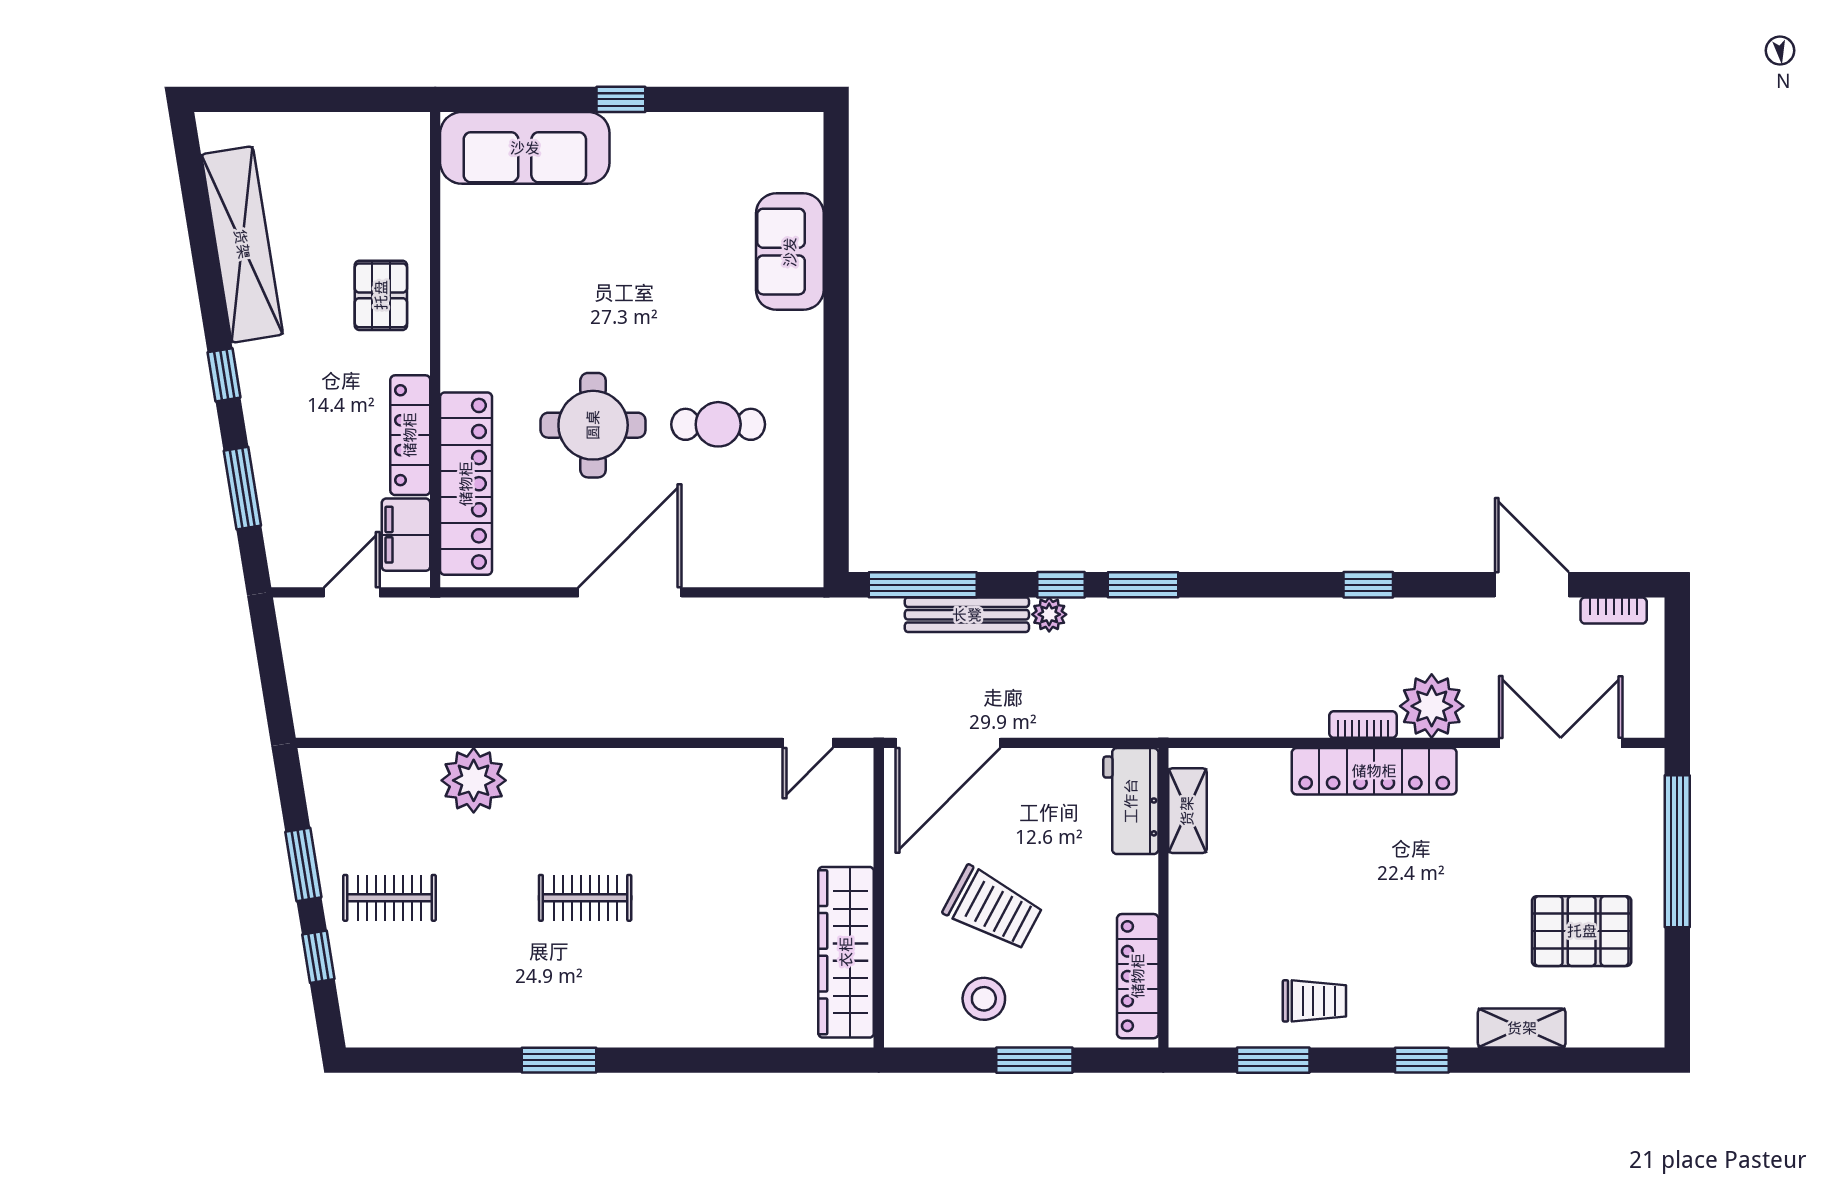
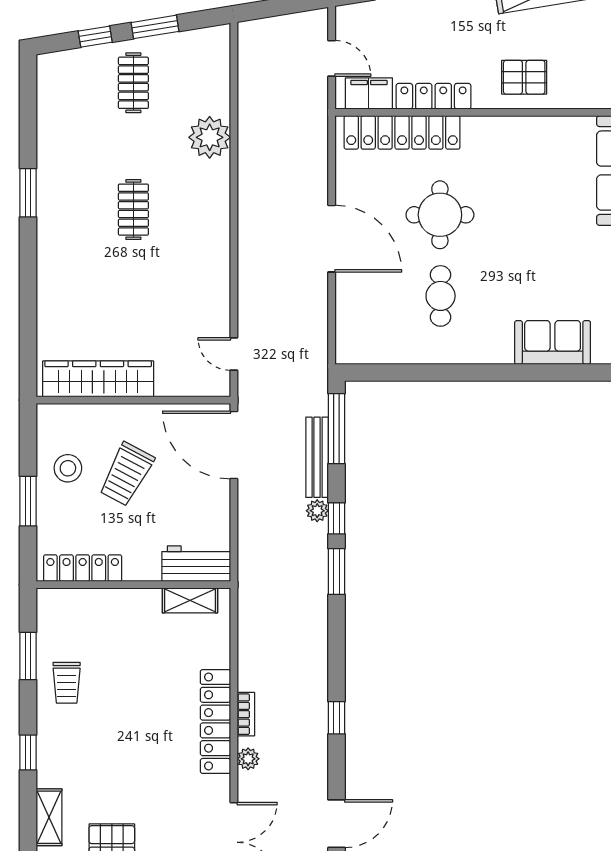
plant: (1432, 706) -> (248, 759), width x0.53, depth x0.53

